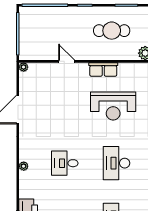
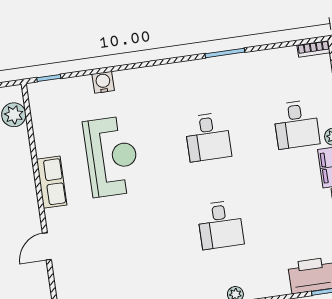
desk: (116, 163) -> (208, 137), width x0.73

